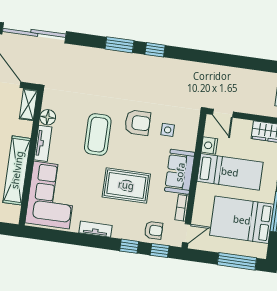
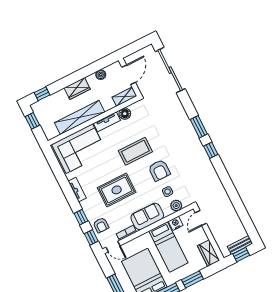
plant: (190, 131) -> (176, 206), added
rug: (126, 185) -> (117, 190), turned 90

